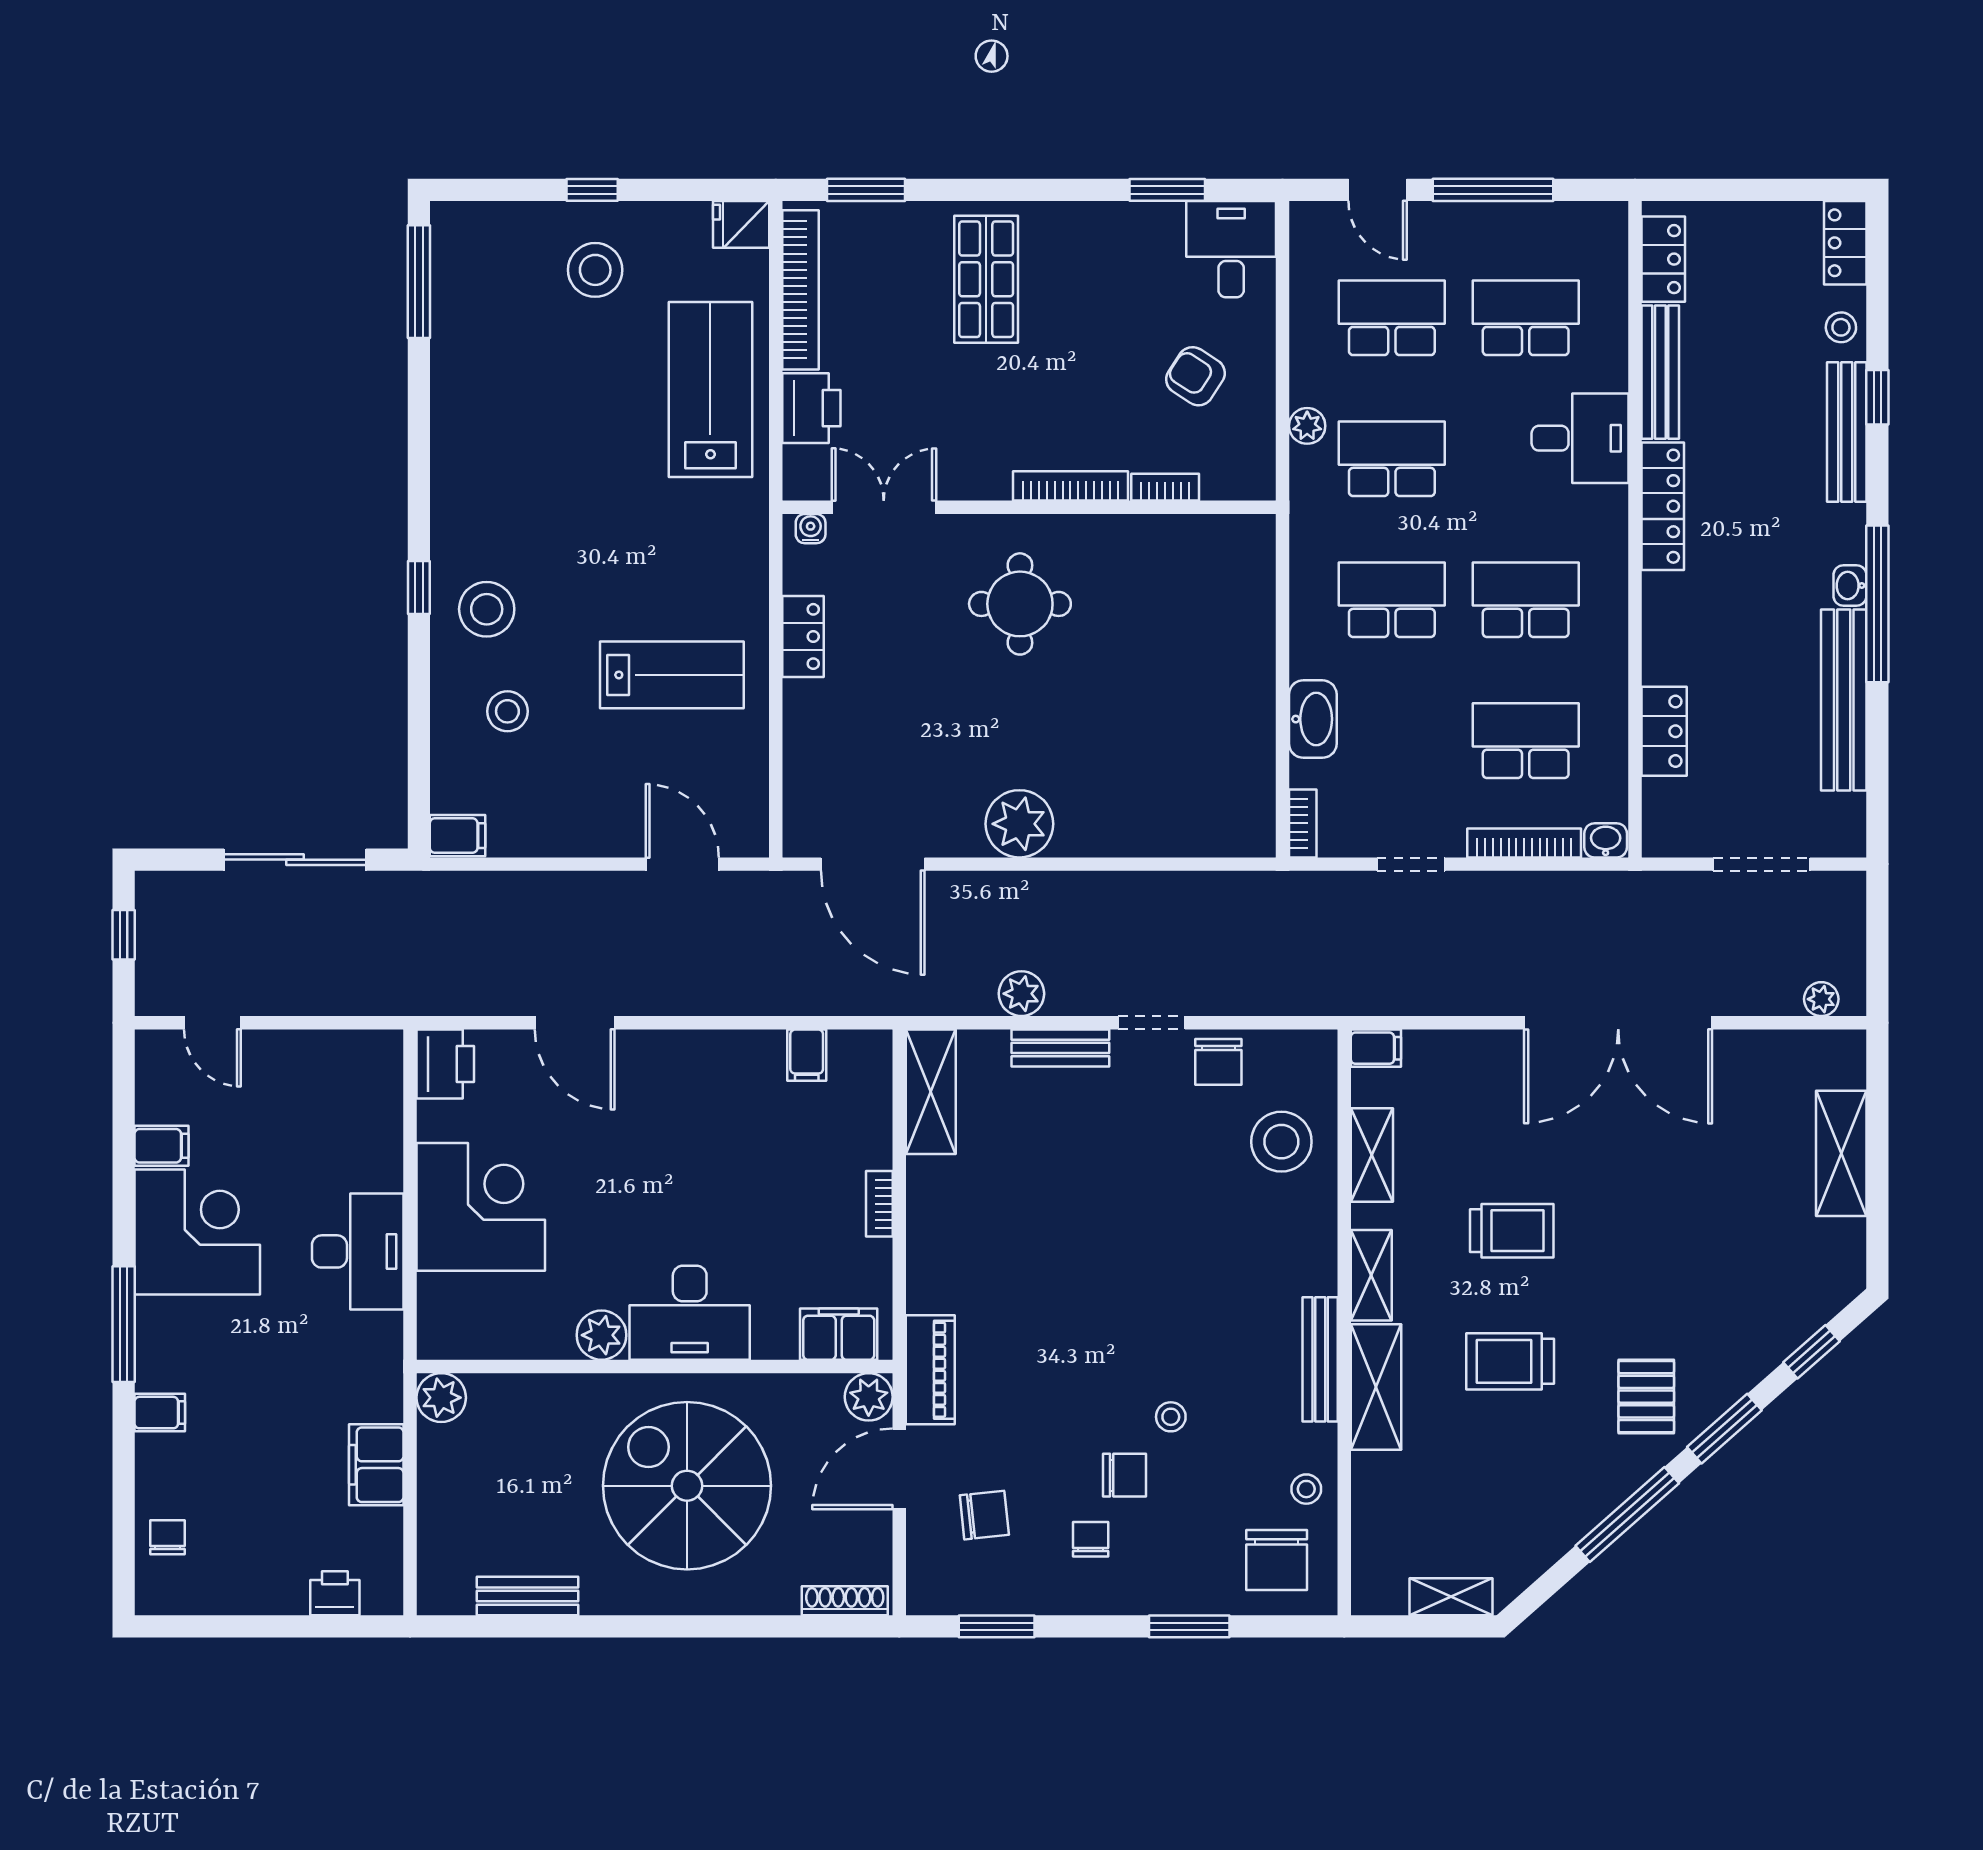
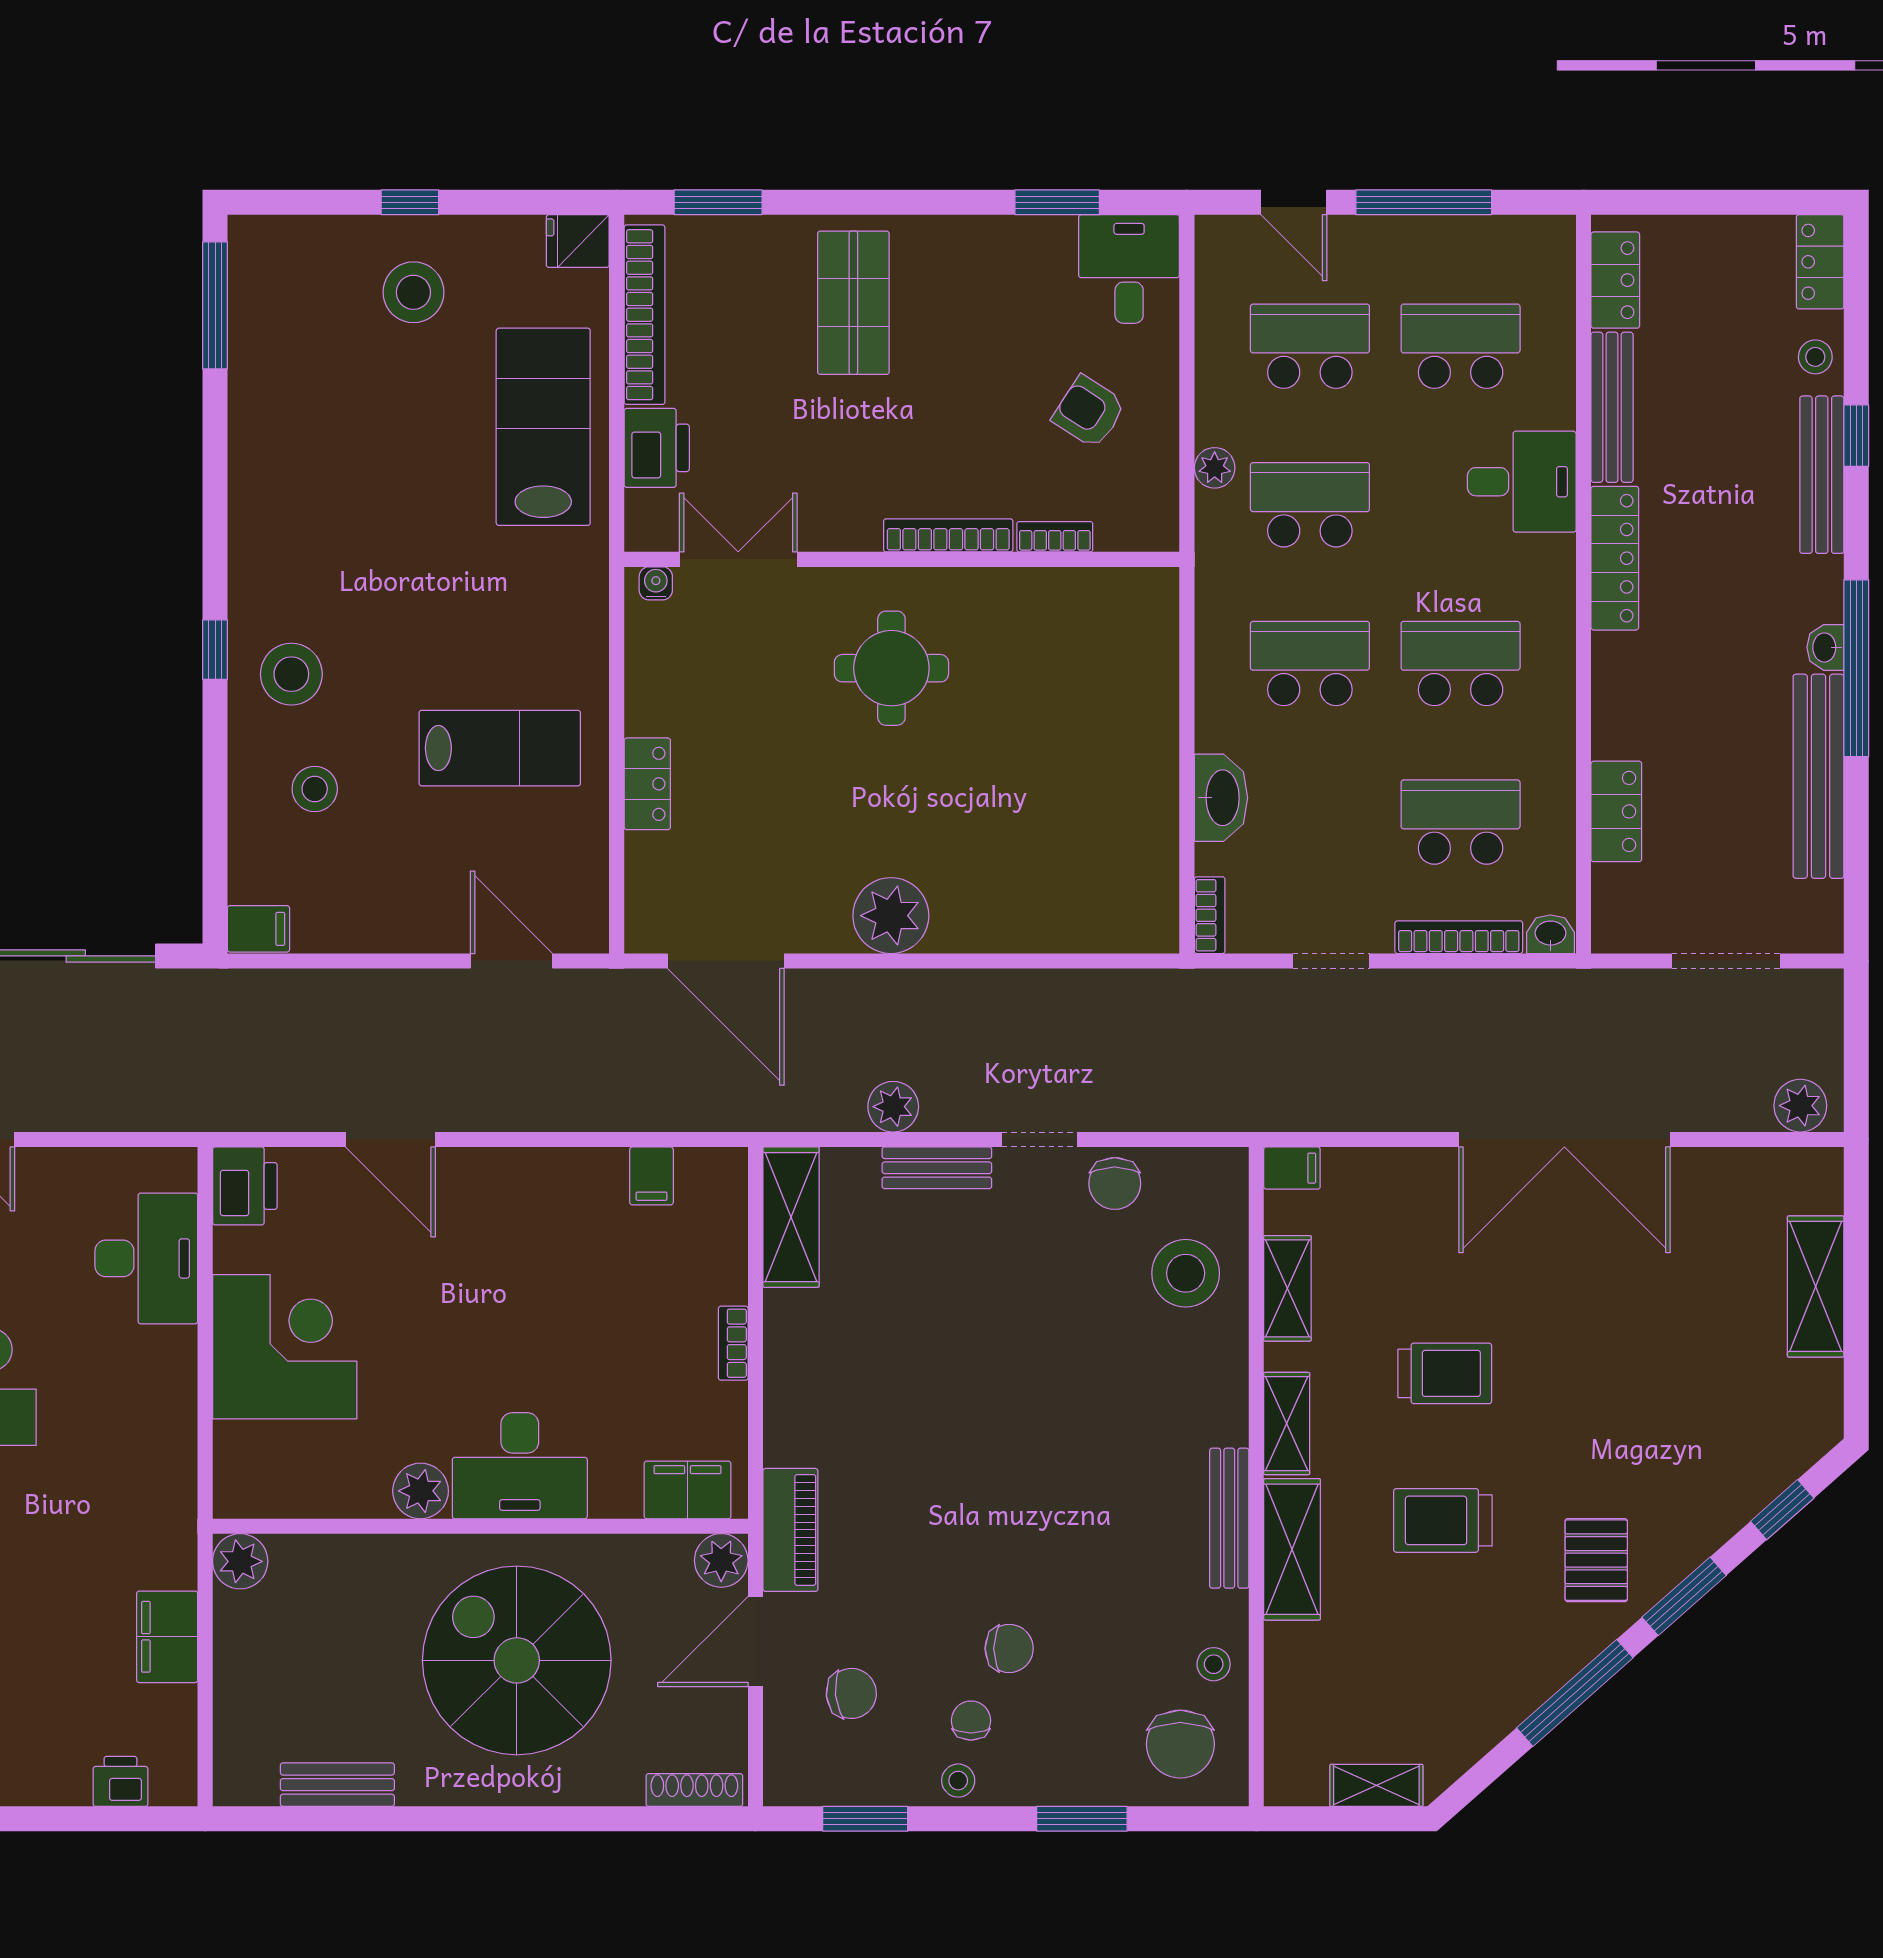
locker: (803, 636) -> (647, 784), moved
plant: (1821, 999) -> (1800, 1106), width x1.38, depth x1.38
desk: (358, 1251) -> (146, 1258), moved
stool: (1171, 1417) -> (958, 1781), moved

